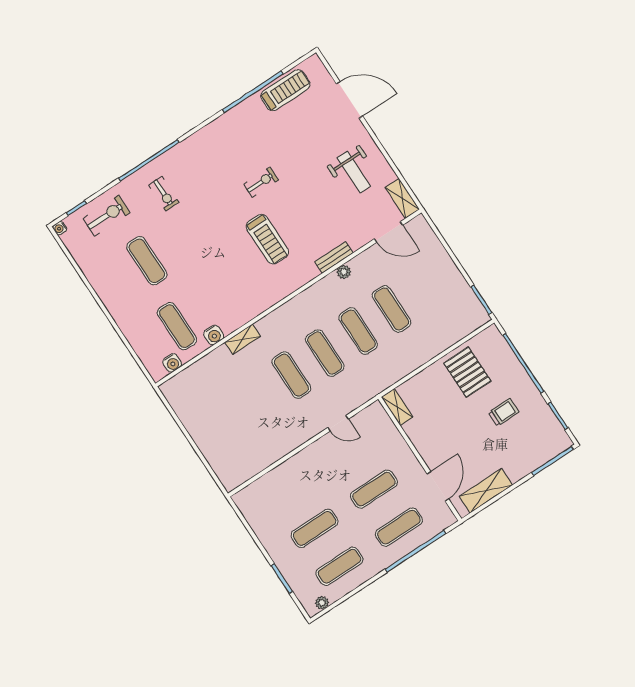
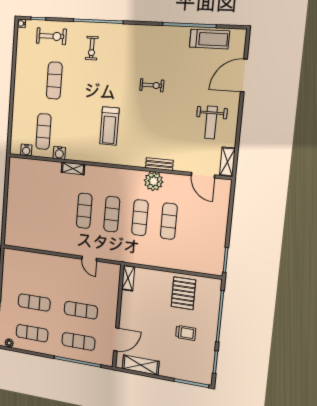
door: (350, 100) -> (244, 75), swing flipped
treadmill: (267, 239) -> (109, 126), moved
plant: (344, 272) -> (154, 181), width x1.88, depth x1.88

